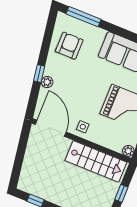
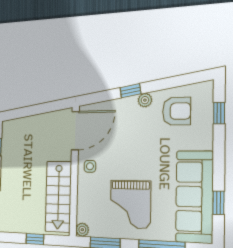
window: (84, 17) -> (219, 113), width x0.46
plant: (47, 82) -> (145, 100), moved

